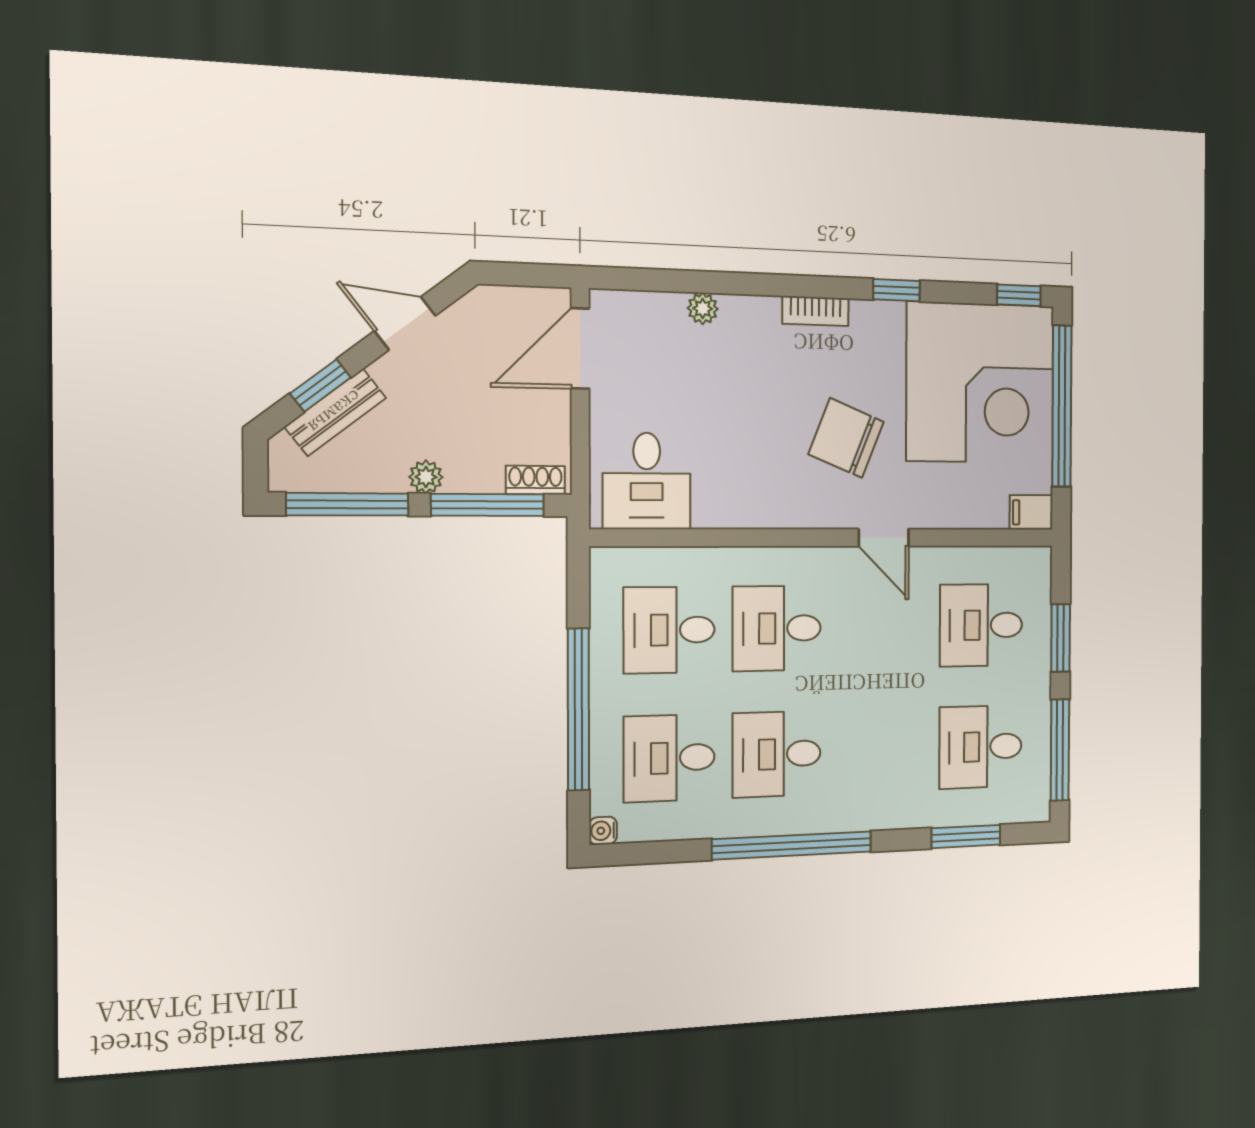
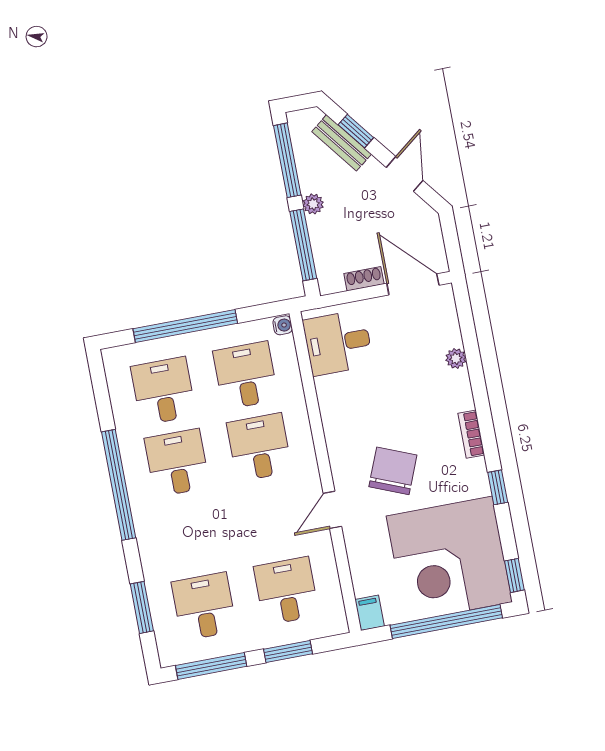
shoe rack: (535, 480) -> (364, 279), moved, turned -90
water cooler: (603, 831) -> (283, 325), moved, turned 90

